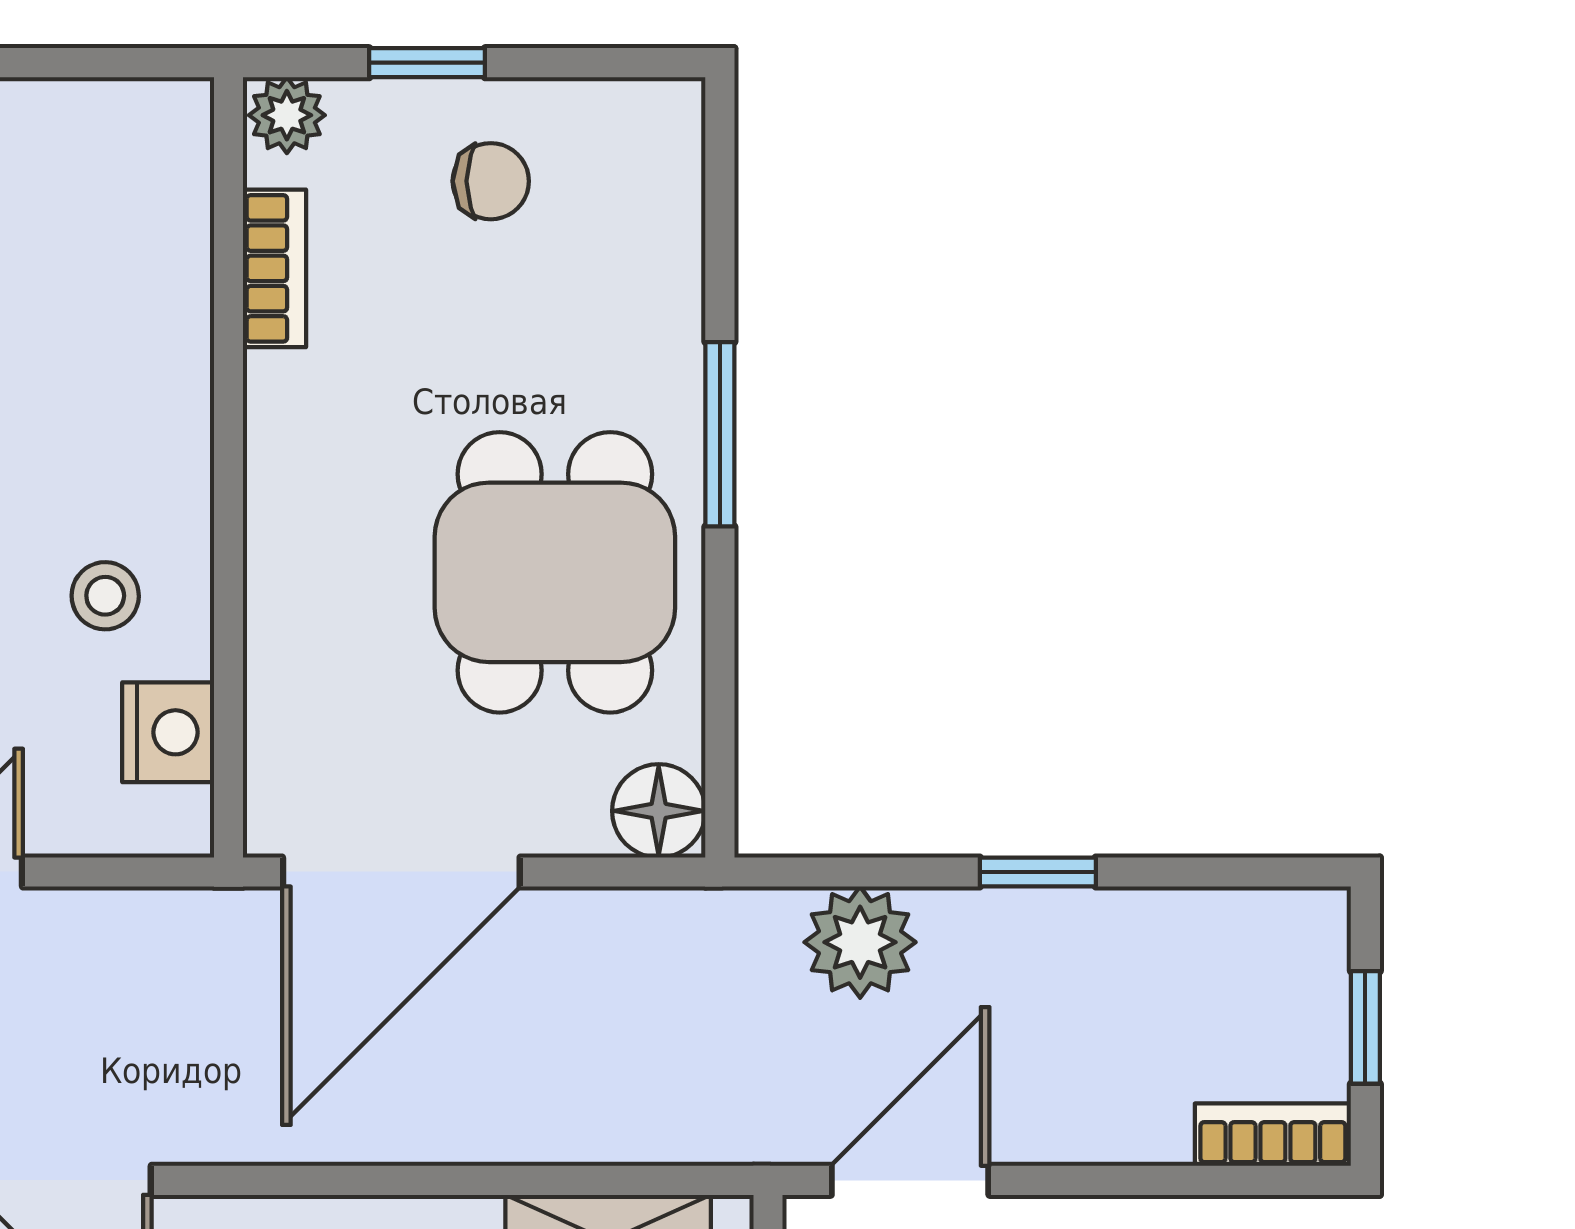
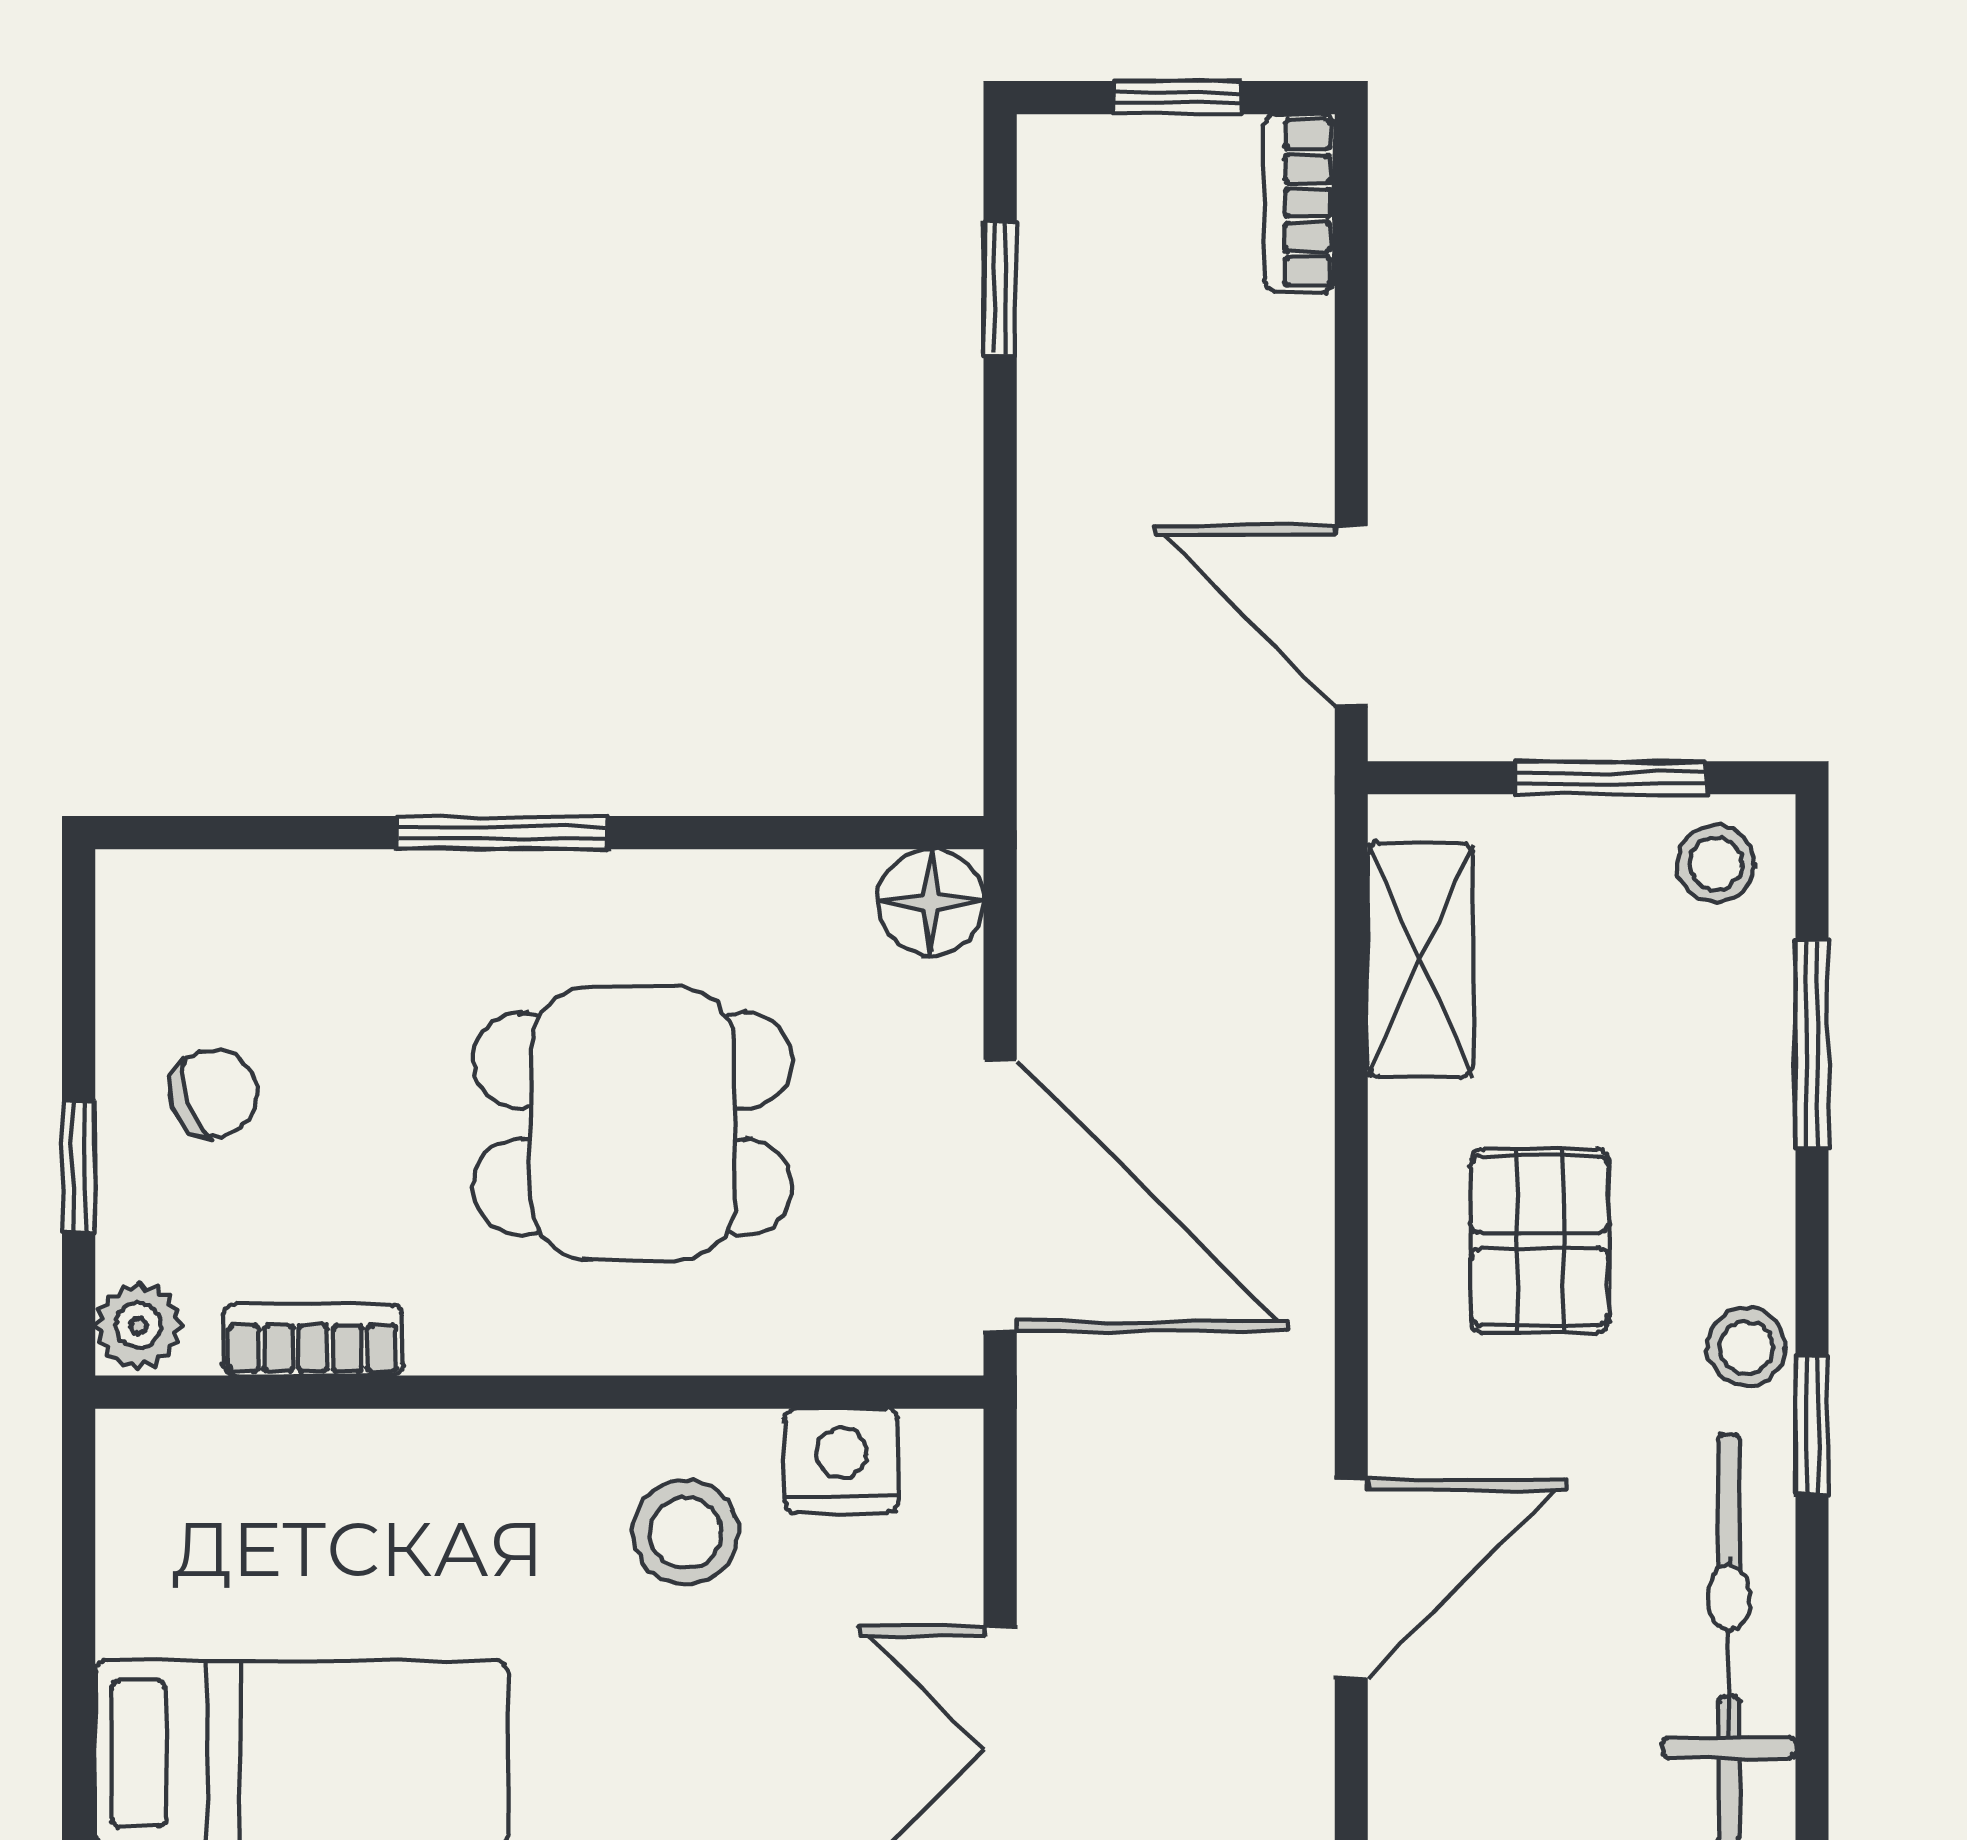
chair: (491, 181) -> (214, 1093), turned 72
dining table: (555, 572) -> (633, 1124), moved
stool: (105, 596) -> (686, 1533), width x1.37, depth x1.37
window: (1038, 872) -> (1000, 288), moved
plant: (860, 942) -> (1080, 673), removed

